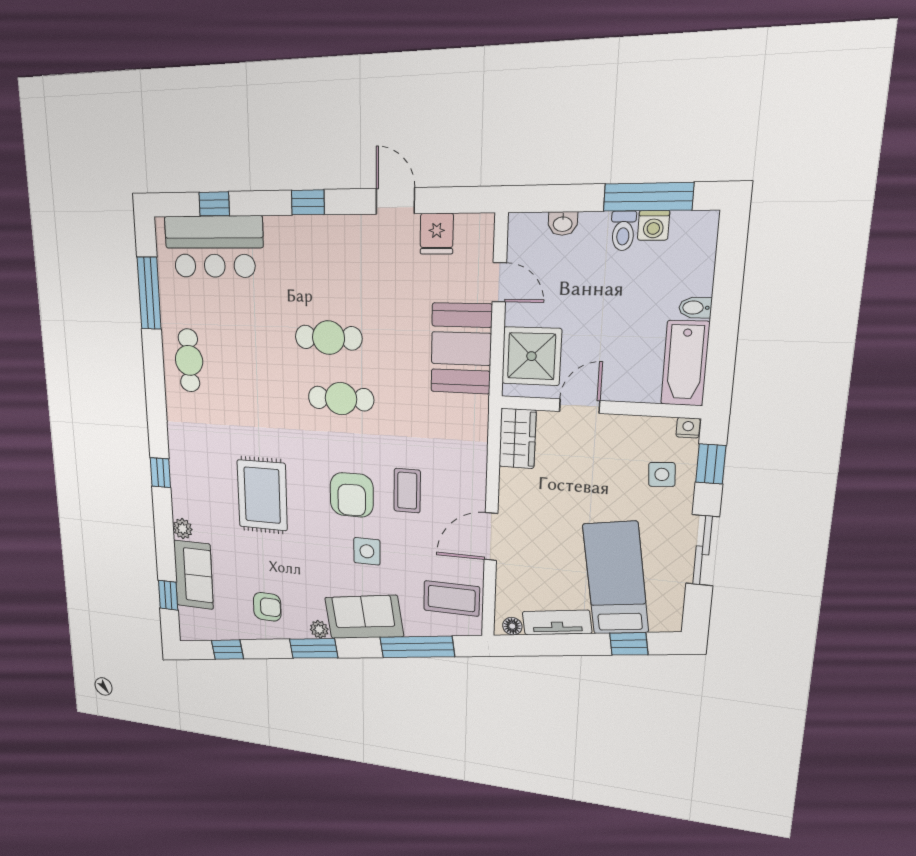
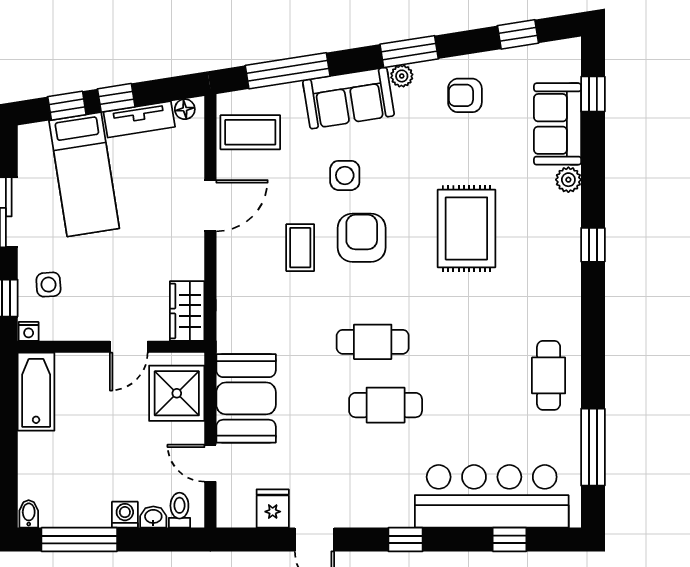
washing machine: (654, 225) -> (125, 515), moved
toilet: (623, 231) -> (179, 510), moved
bar counter: (214, 247) -> (492, 496), width x1.36
bidet: (695, 308) -> (29, 514), moved, turned -90
window: (579, 645) -> (116, 98), added

